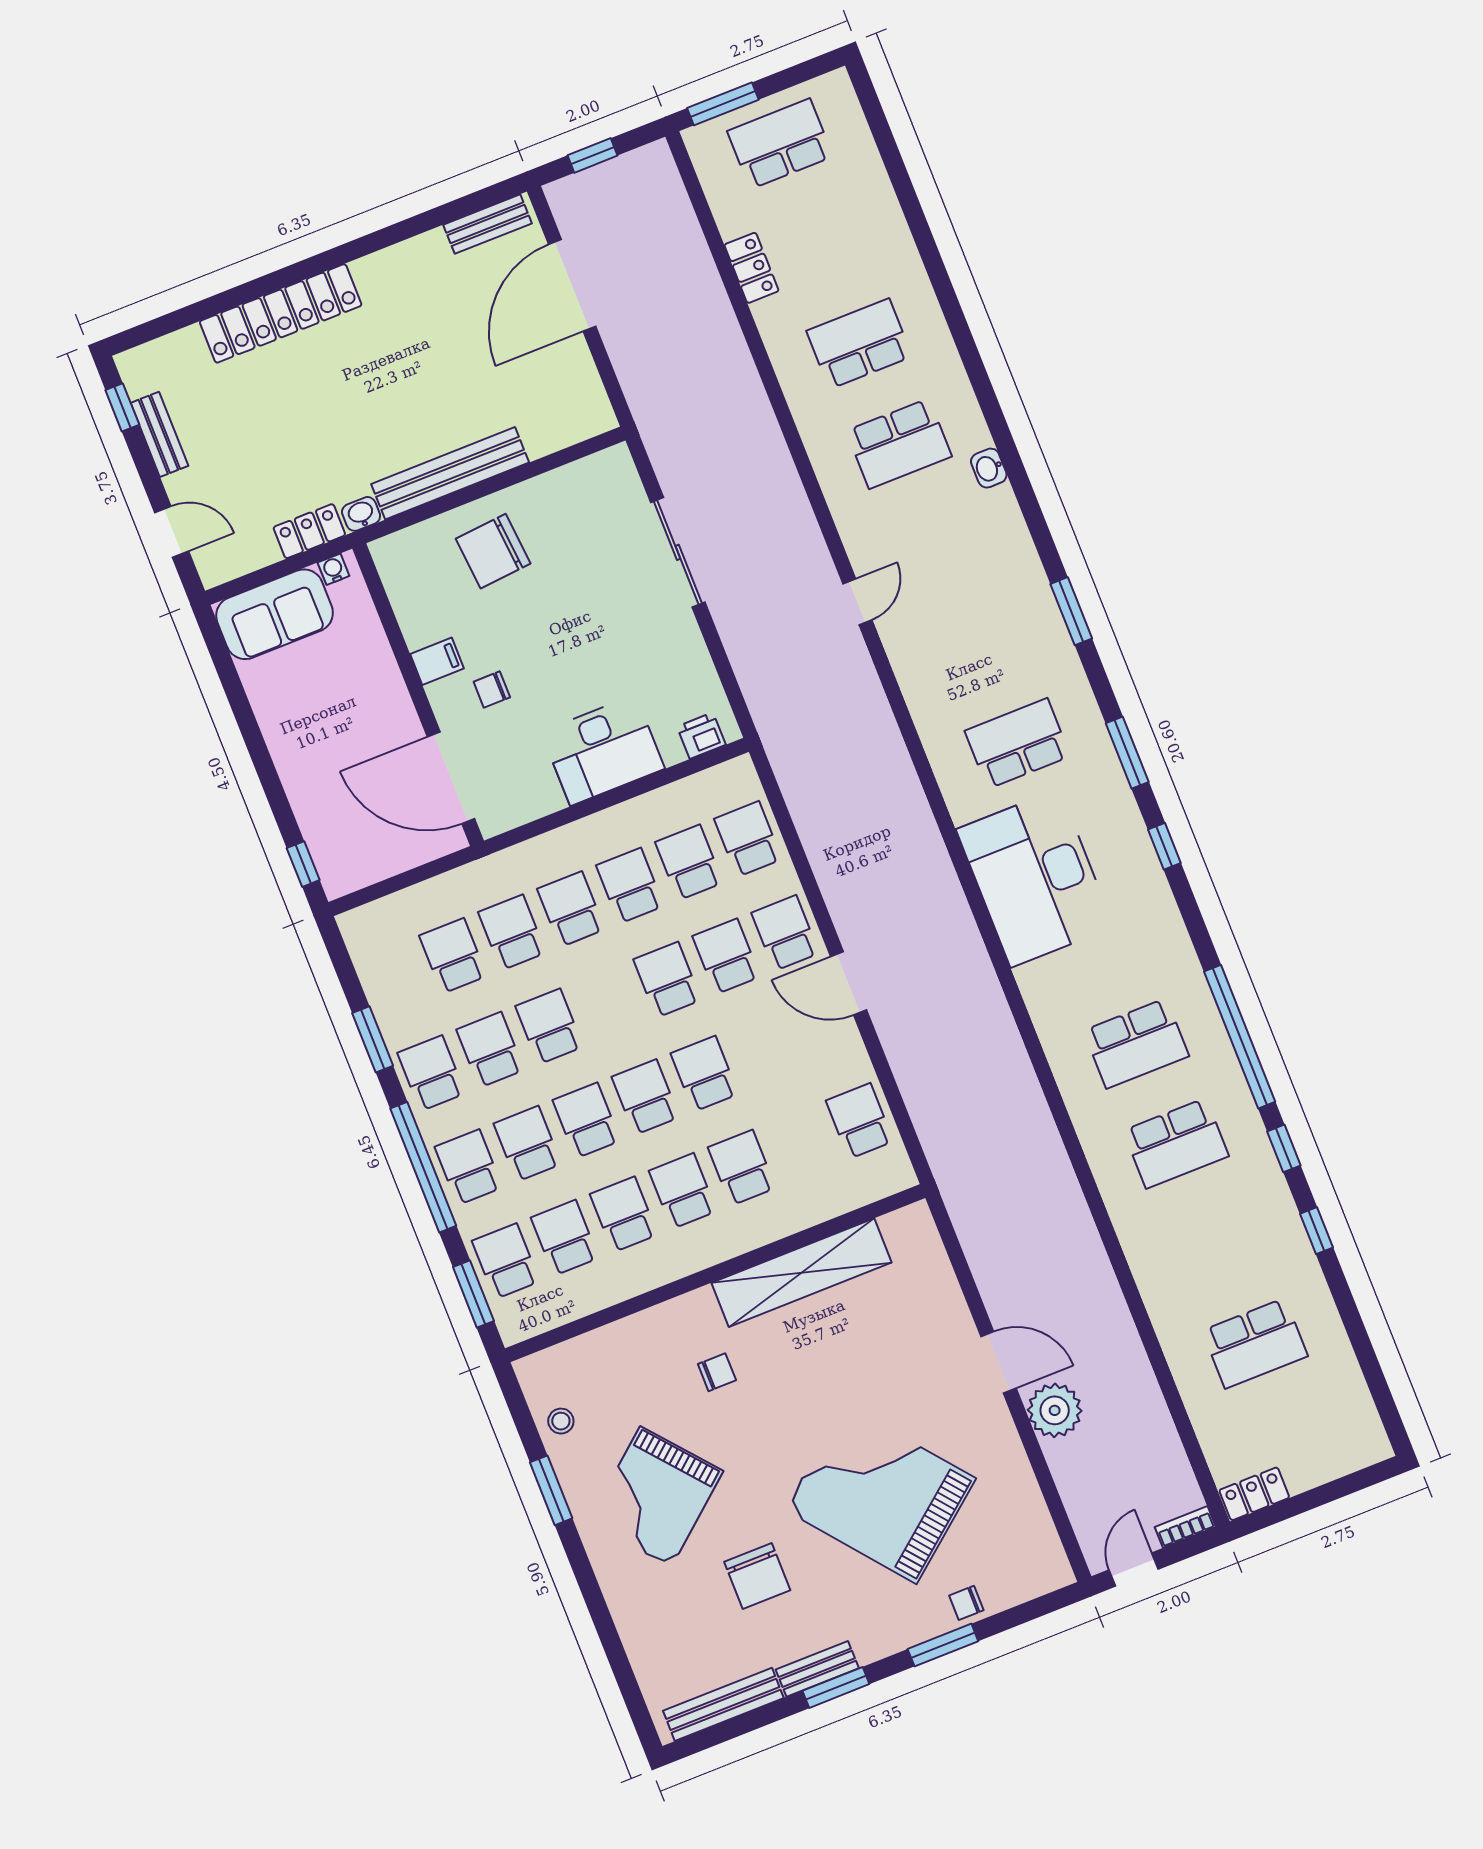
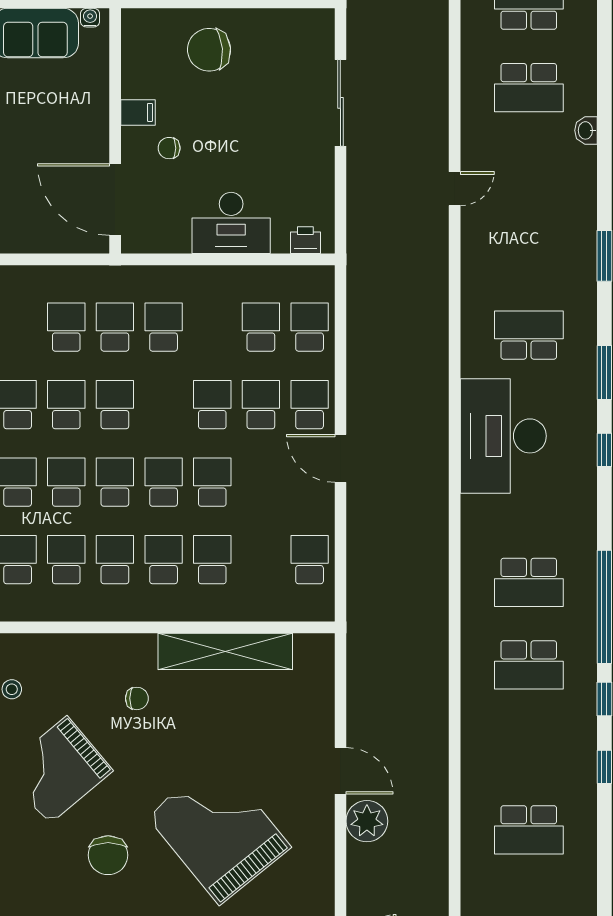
school desk: (630, 886) -> (212, 327), removed

